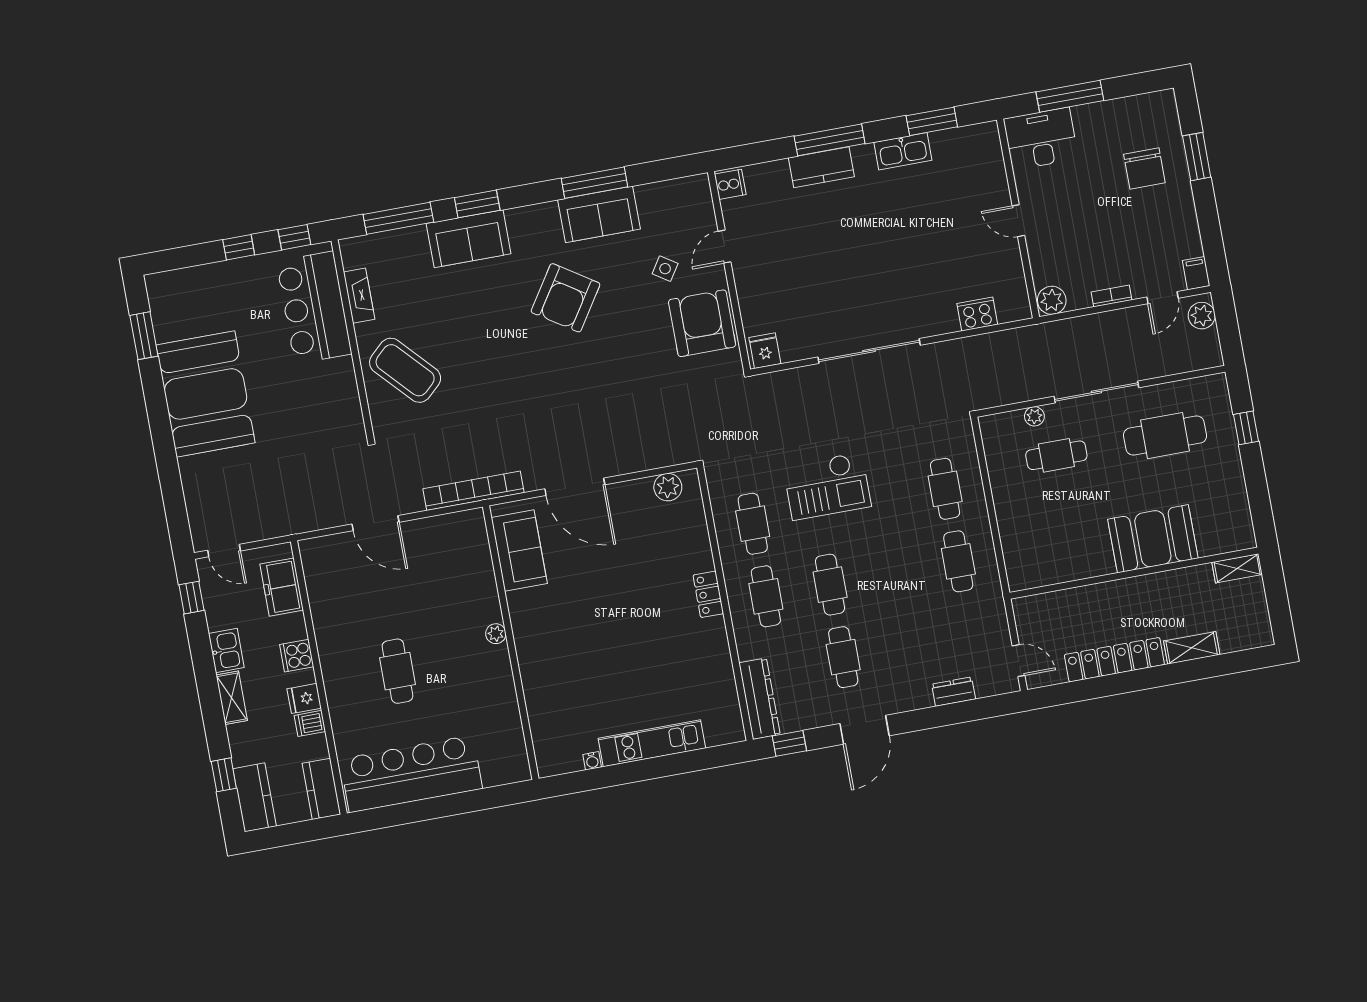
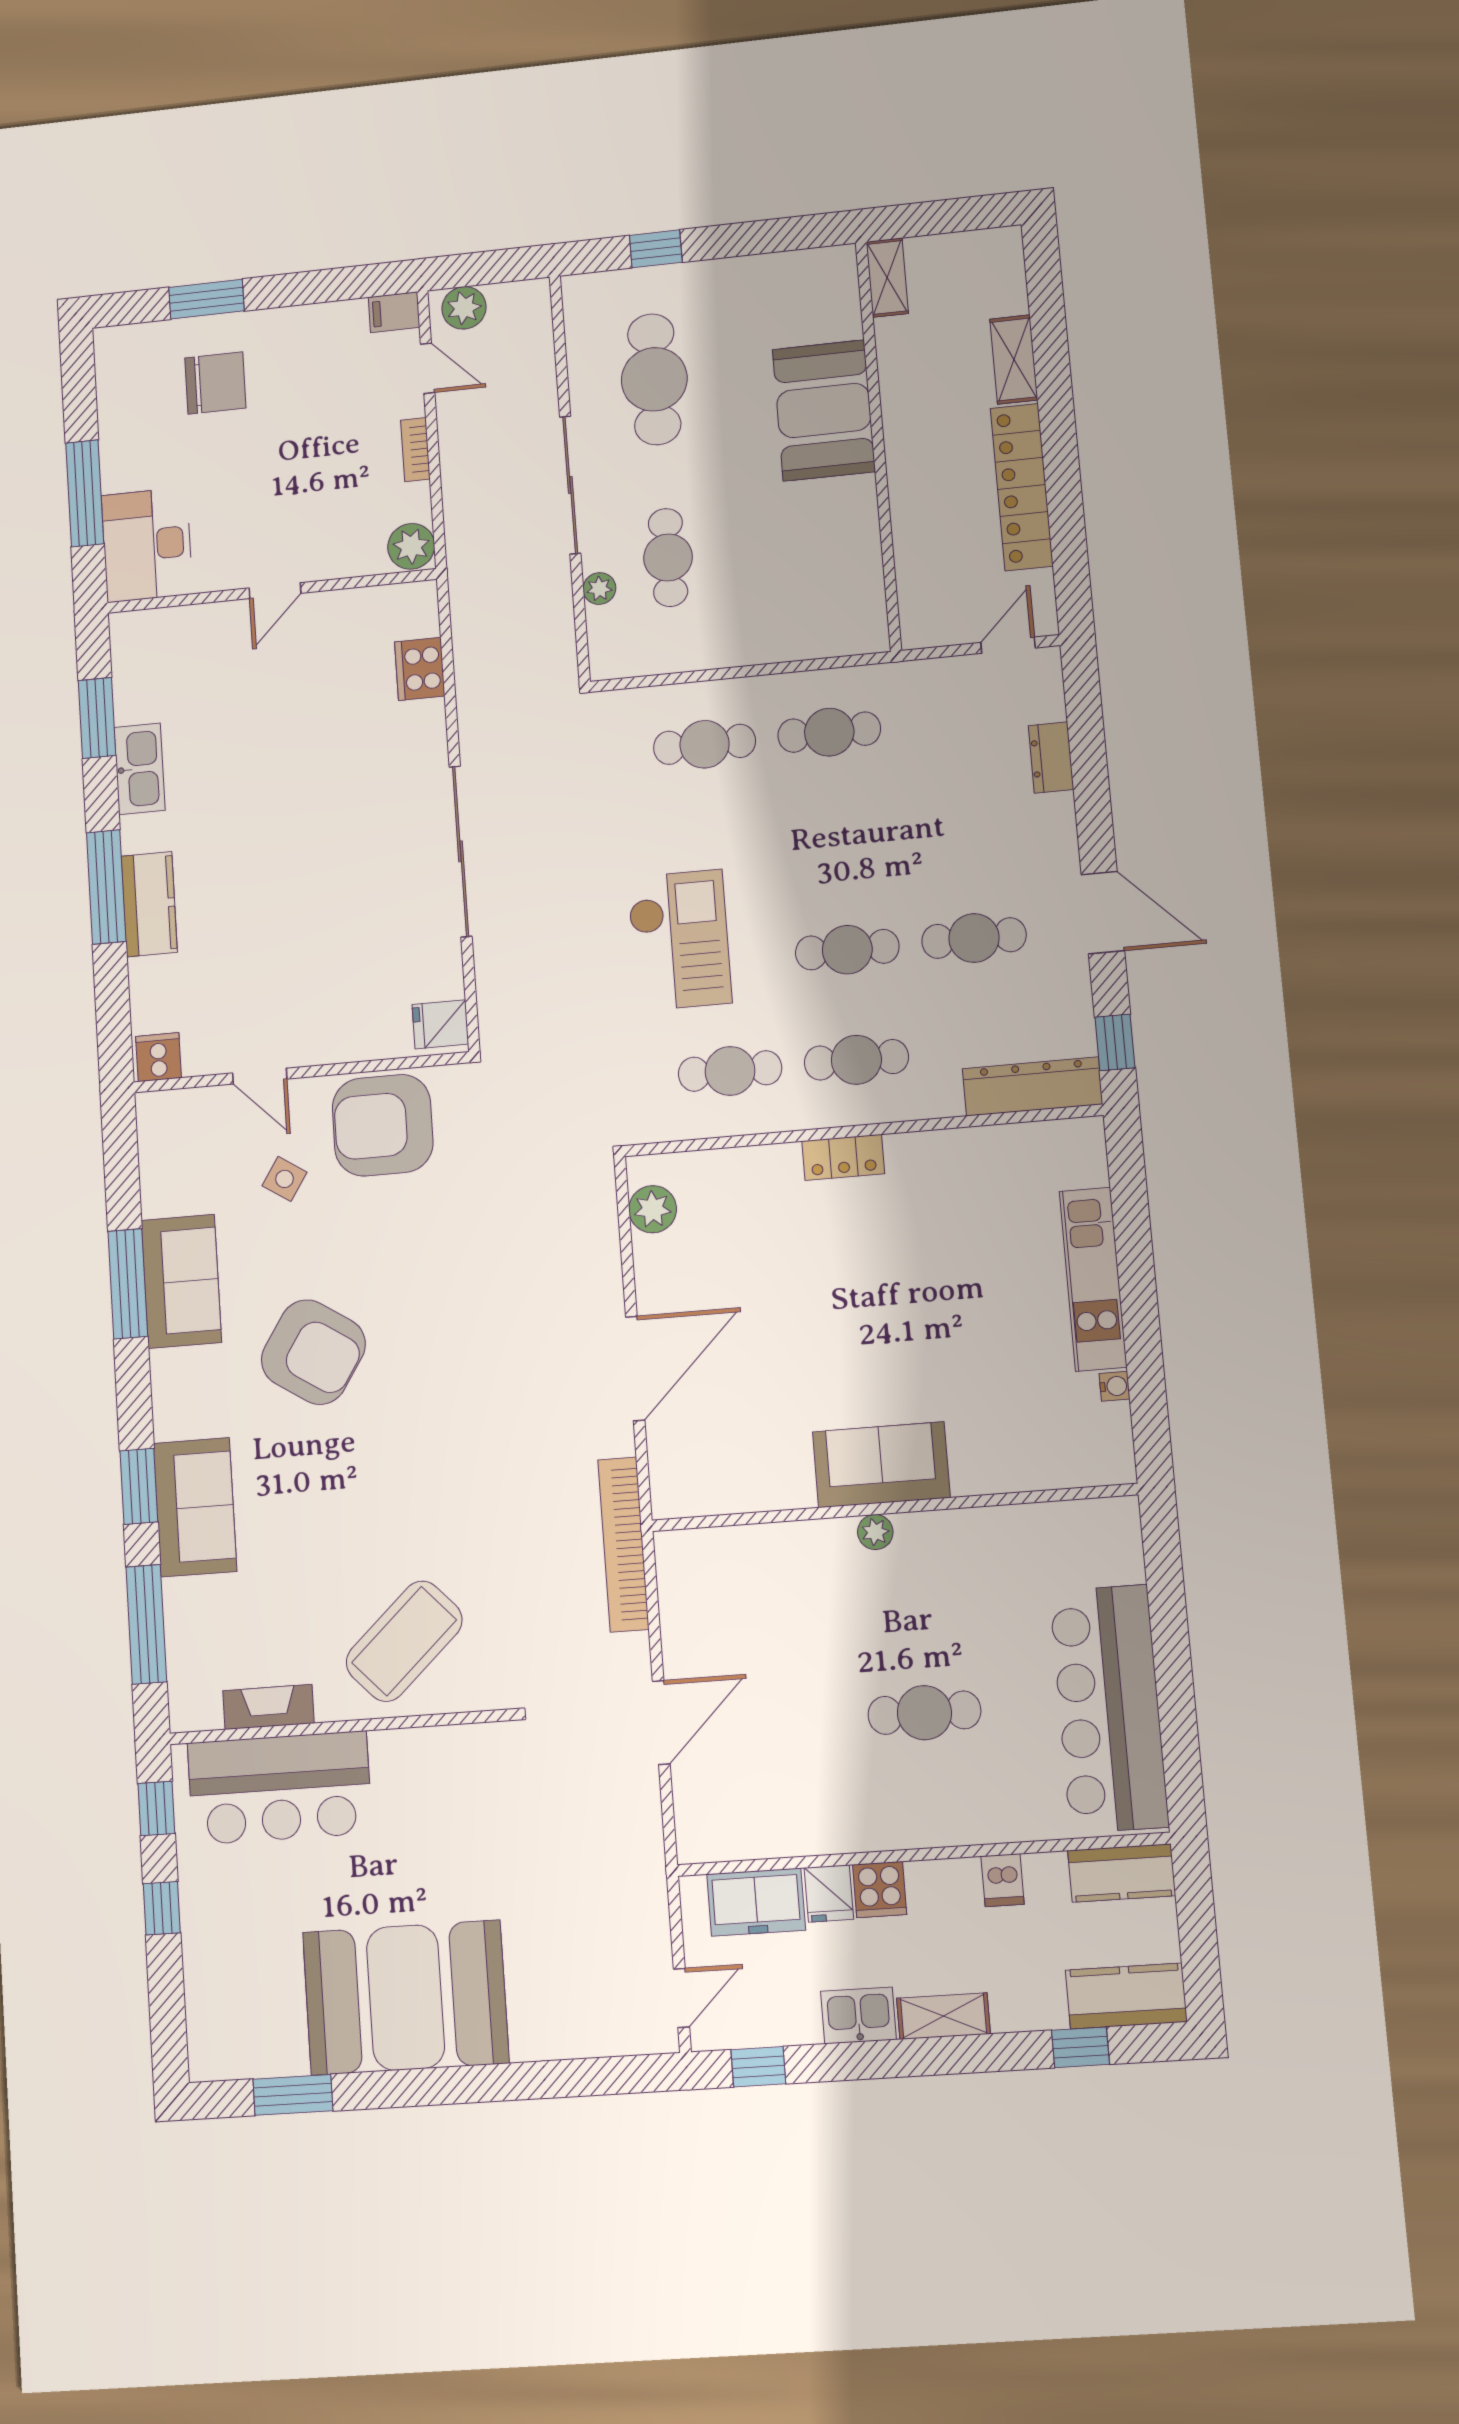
sofa: (519, 551) -> (881, 1465), moved
fridge: (304, 698) -> (829, 1893), moved

